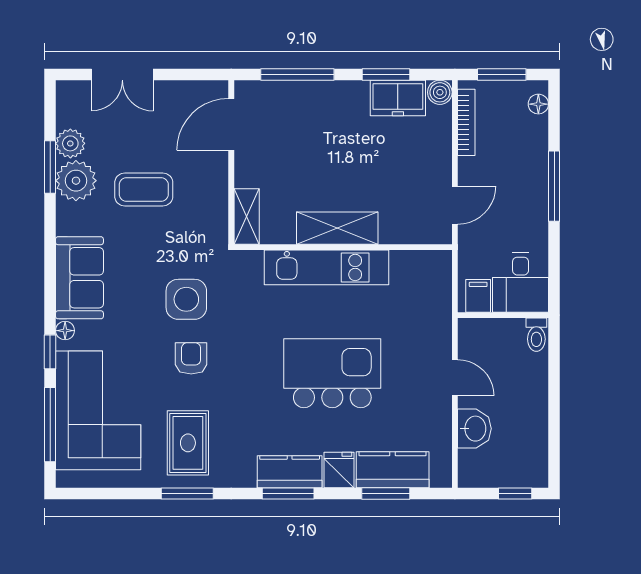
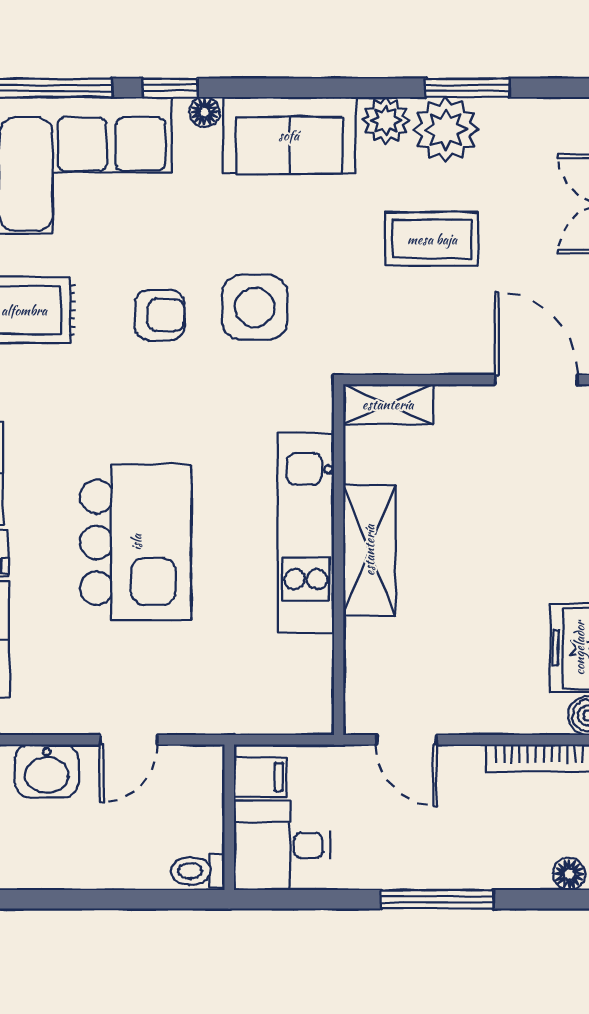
plant: (70, 143) -> (386, 121), moved
coffee table: (144, 189) -> (432, 239), turned 90

